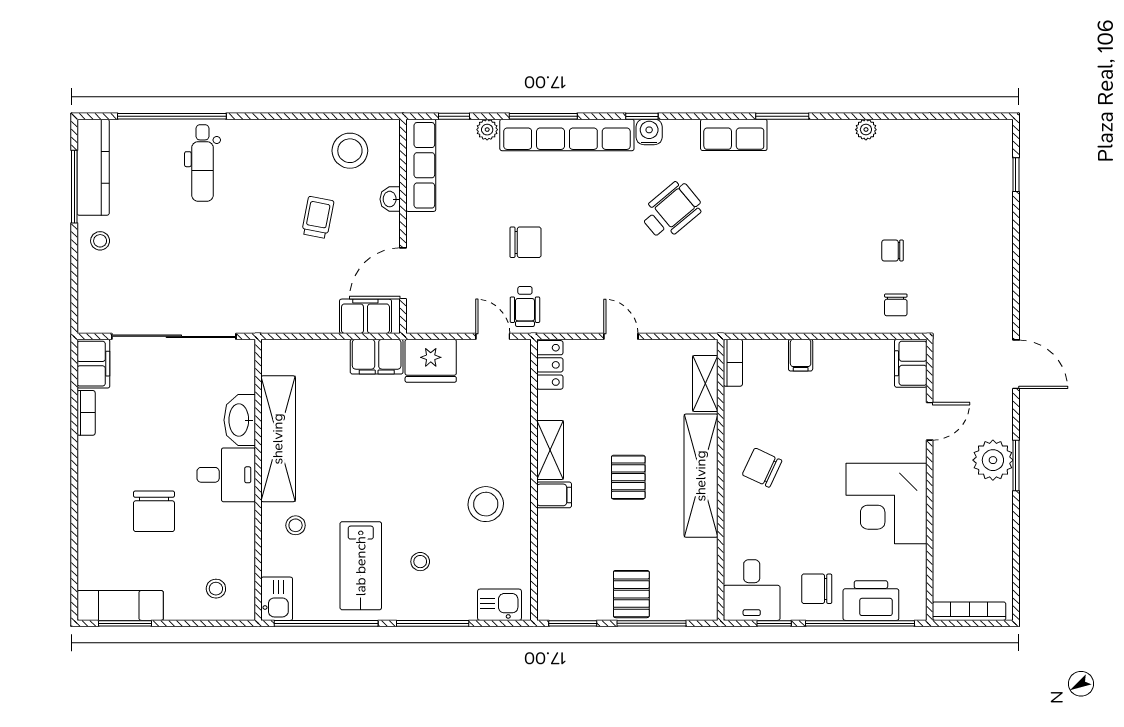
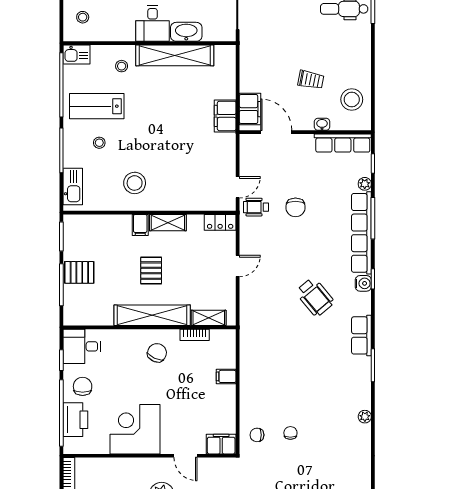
fridge: (431, 361) -> (223, 149), removed
bookcase: (733, 363) -> (195, 335), moved
pallet: (628, 477) -> (151, 271), turned 90
kitchen sink: (499, 605) -> (73, 186), width x1.38

